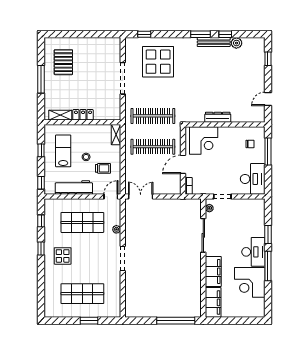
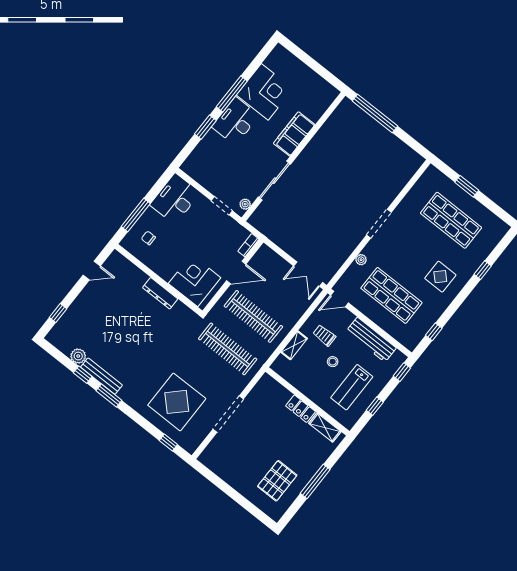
shelving: (116, 135) -> (294, 345), moved
window: (41, 248) -> (483, 270), moved
filing cabinet: (213, 302) -> (320, 101), removed

